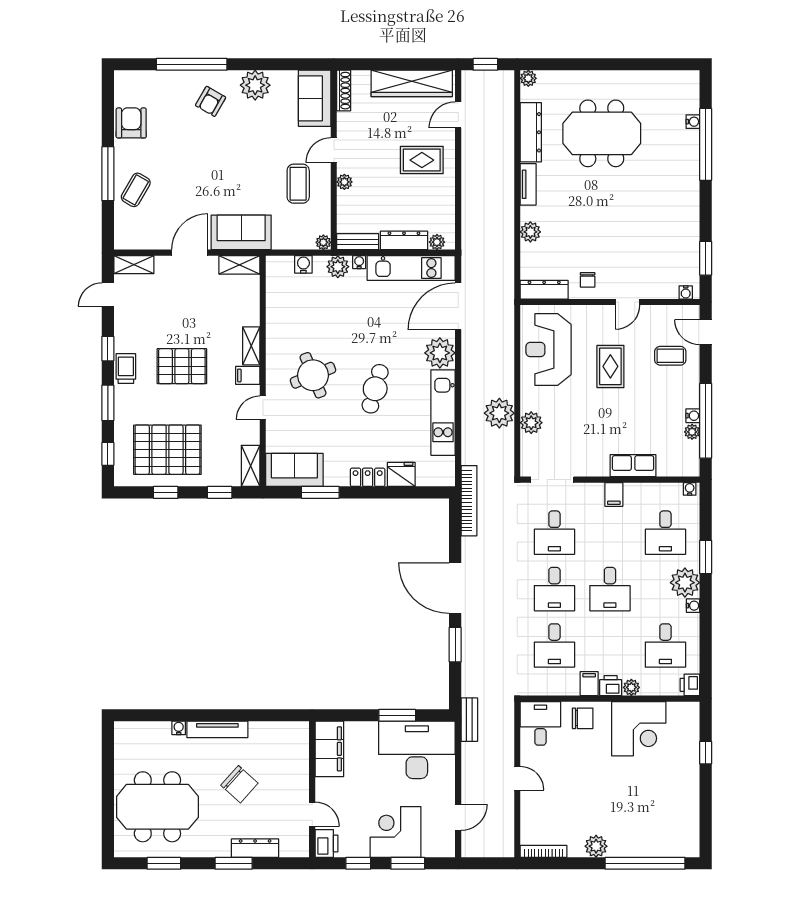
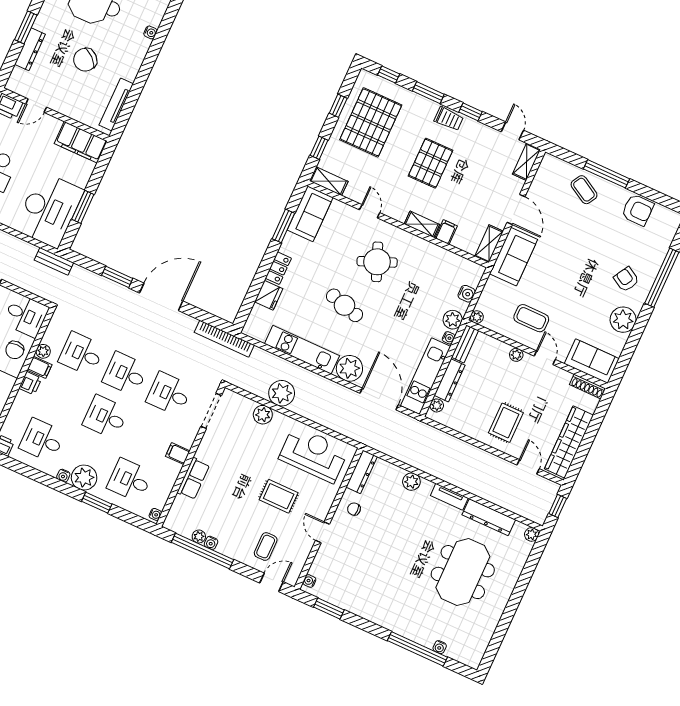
filing cabinet: (248, 375) -> (446, 232), moved
plant: (631, 687) -> (43, 351), moved
tv unit: (217, 729) -> (116, 104), moved

